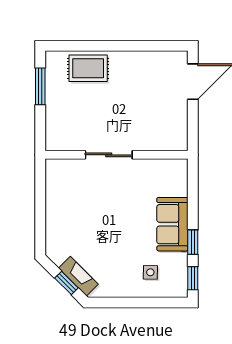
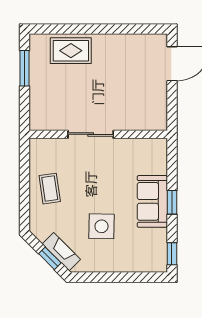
coffee table: (66, 211) -> (50, 189), added
window: (193, 242) -> (172, 202), moved
side table: (150, 272) -> (101, 226), moved, width x1.87, depth x1.87

